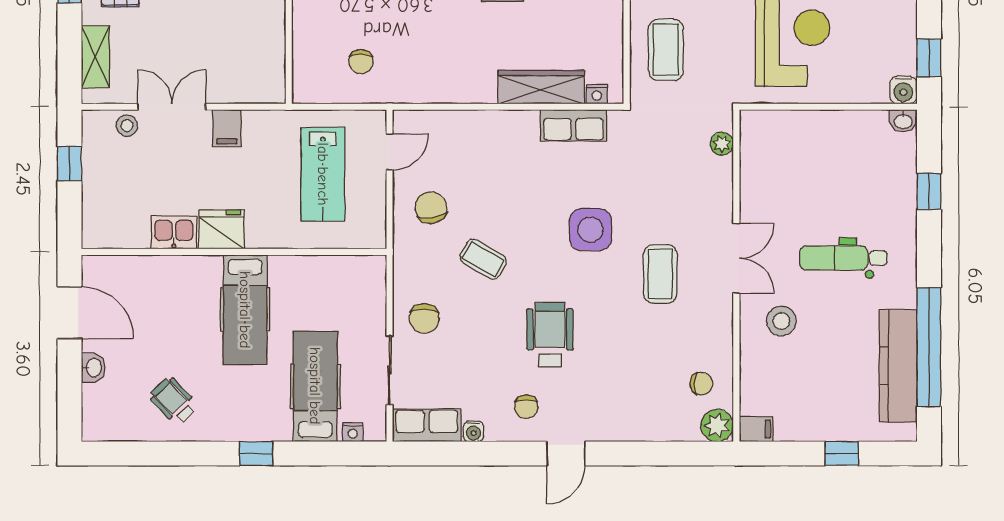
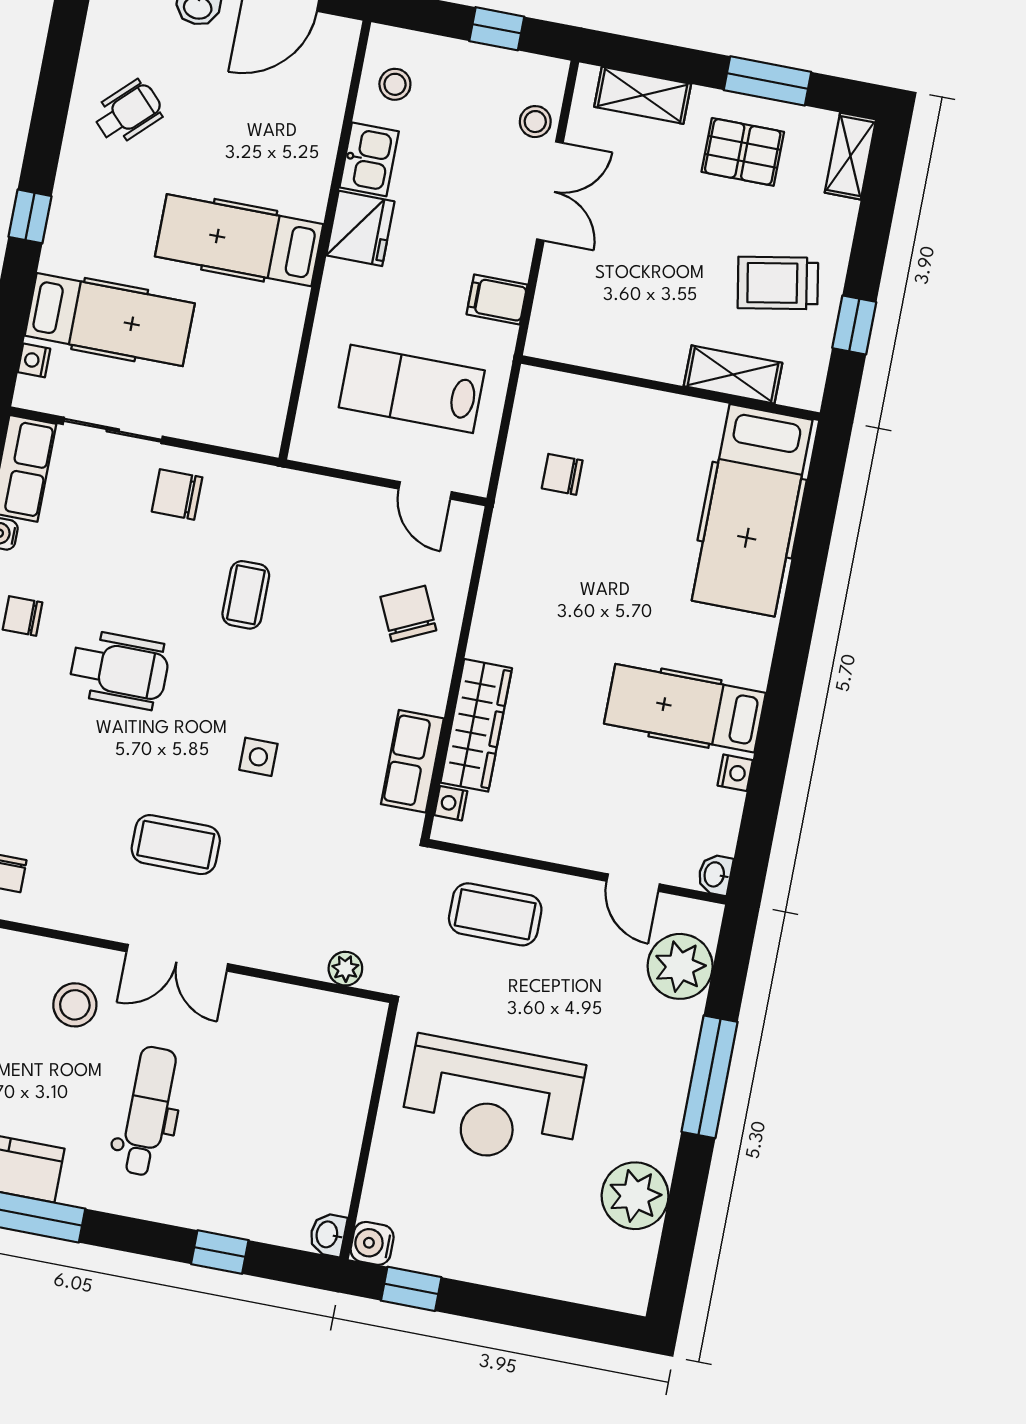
filing cabinet: (227, 128) -> (497, 299), moved
chair: (431, 208) -> (408, 614), moved, turned -106
stool: (120, 225) -> (395, 84), added
side table: (590, 230) -> (258, 757), width x0.54, depth x0.54
coffee table: (483, 259) -> (246, 595), turned -30

